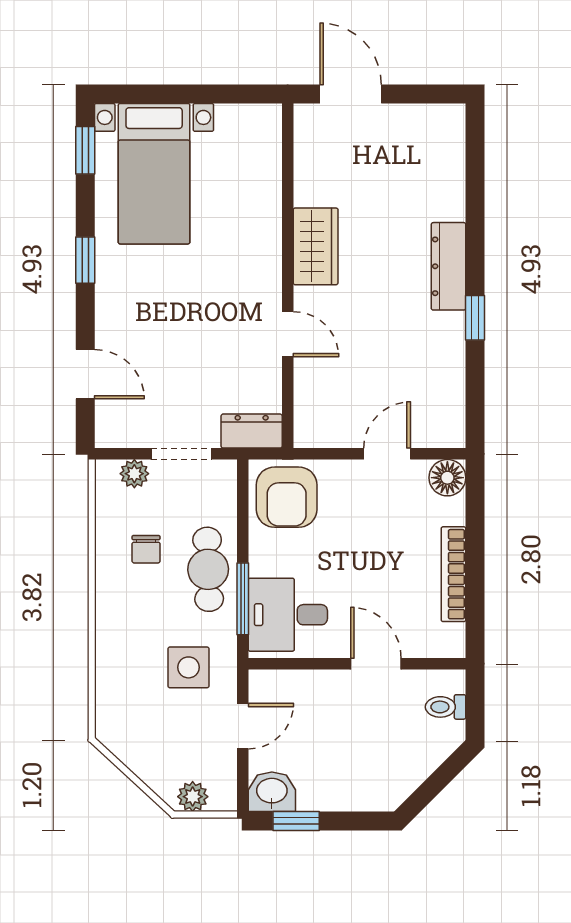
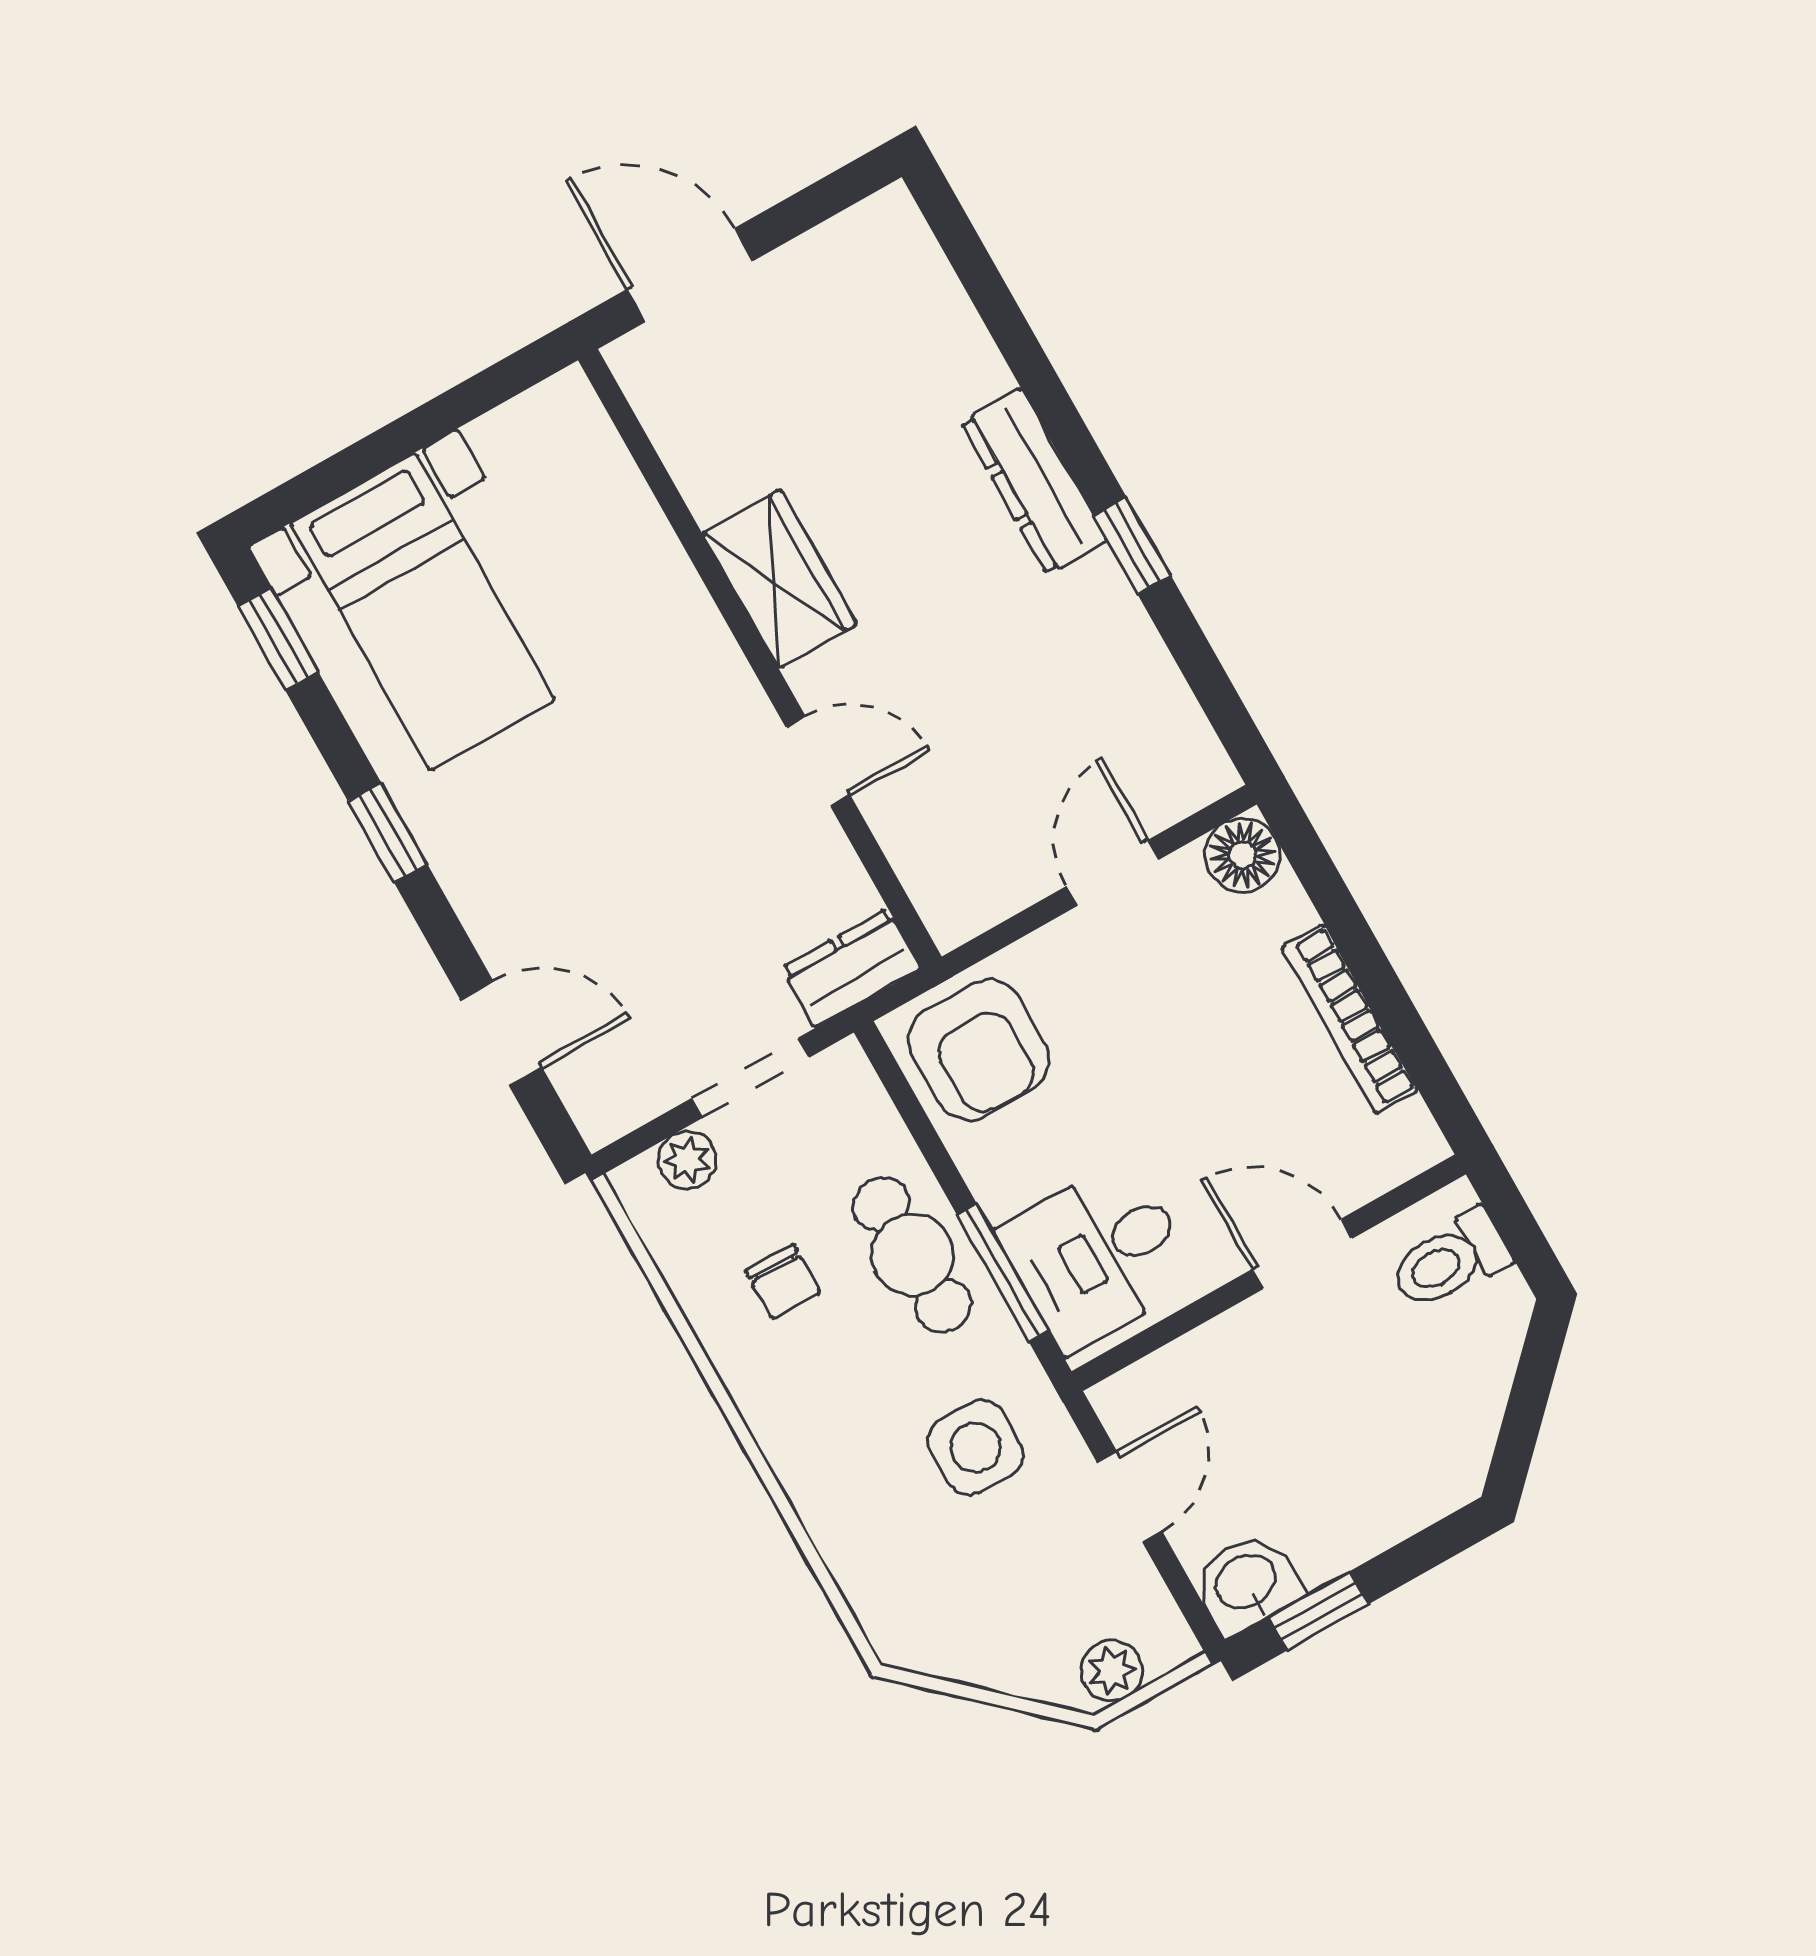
toilet: (446, 707) -> (1450, 1260), width x1.37, depth x1.39

